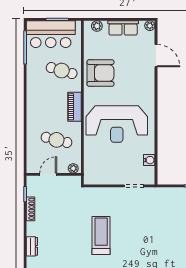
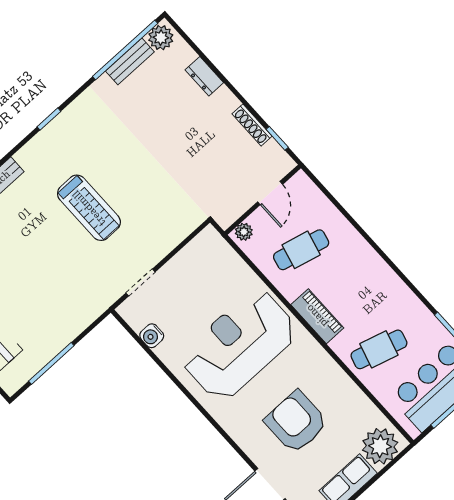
plant: (97, 26) -> (380, 446), width x1.87, depth x1.87
armchair: (100, 73) -> (296, 422), moved, turned 90
treadmill: (101, 235) -> (89, 208), moved

